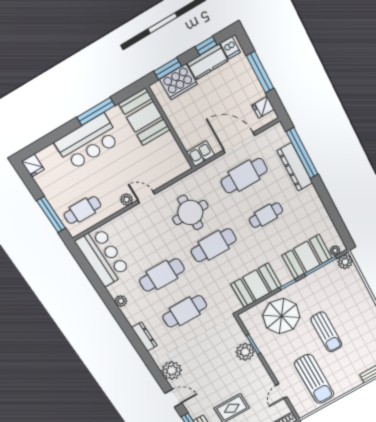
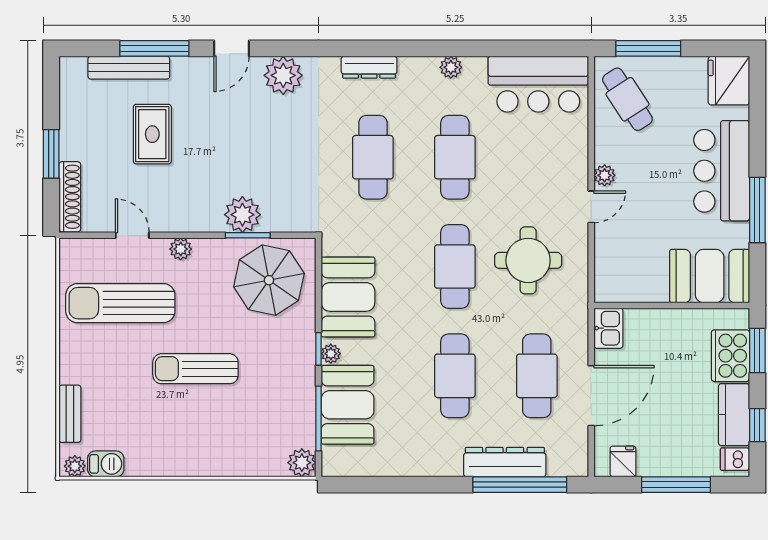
fridge: (33, 166) -> (729, 81), width x1.88, depth x1.34
cafe table: (82, 210) -> (627, 99), turned -33
cafe table: (266, 215) -> (455, 376), width x1.37, depth x1.35
plant: (335, 251) -> (331, 354), moved
parasol: (281, 316) -> (269, 280), moved
plant: (276, 368) -> (181, 249), added

